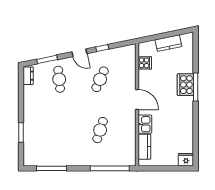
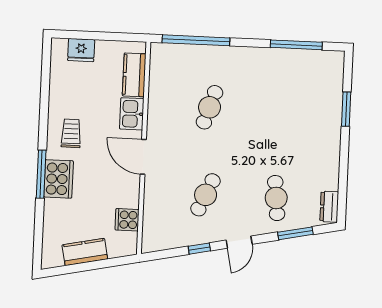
door: (79, 53) -> (239, 242), swing flipped
trolley: (179, 111) -> (71, 133), added
fridge: (186, 160) -> (81, 50), moved

